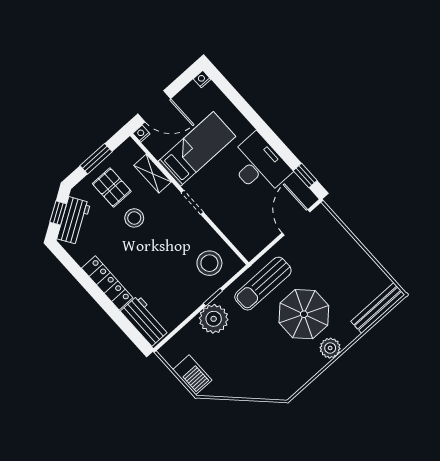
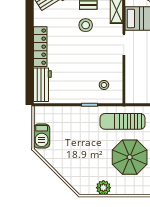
stool: (209, 263) -> (104, 85), width x0.53, depth x0.53
plant: (214, 319) -> (80, 117), removed
plant: (330, 348) -> (103, 188), moved

